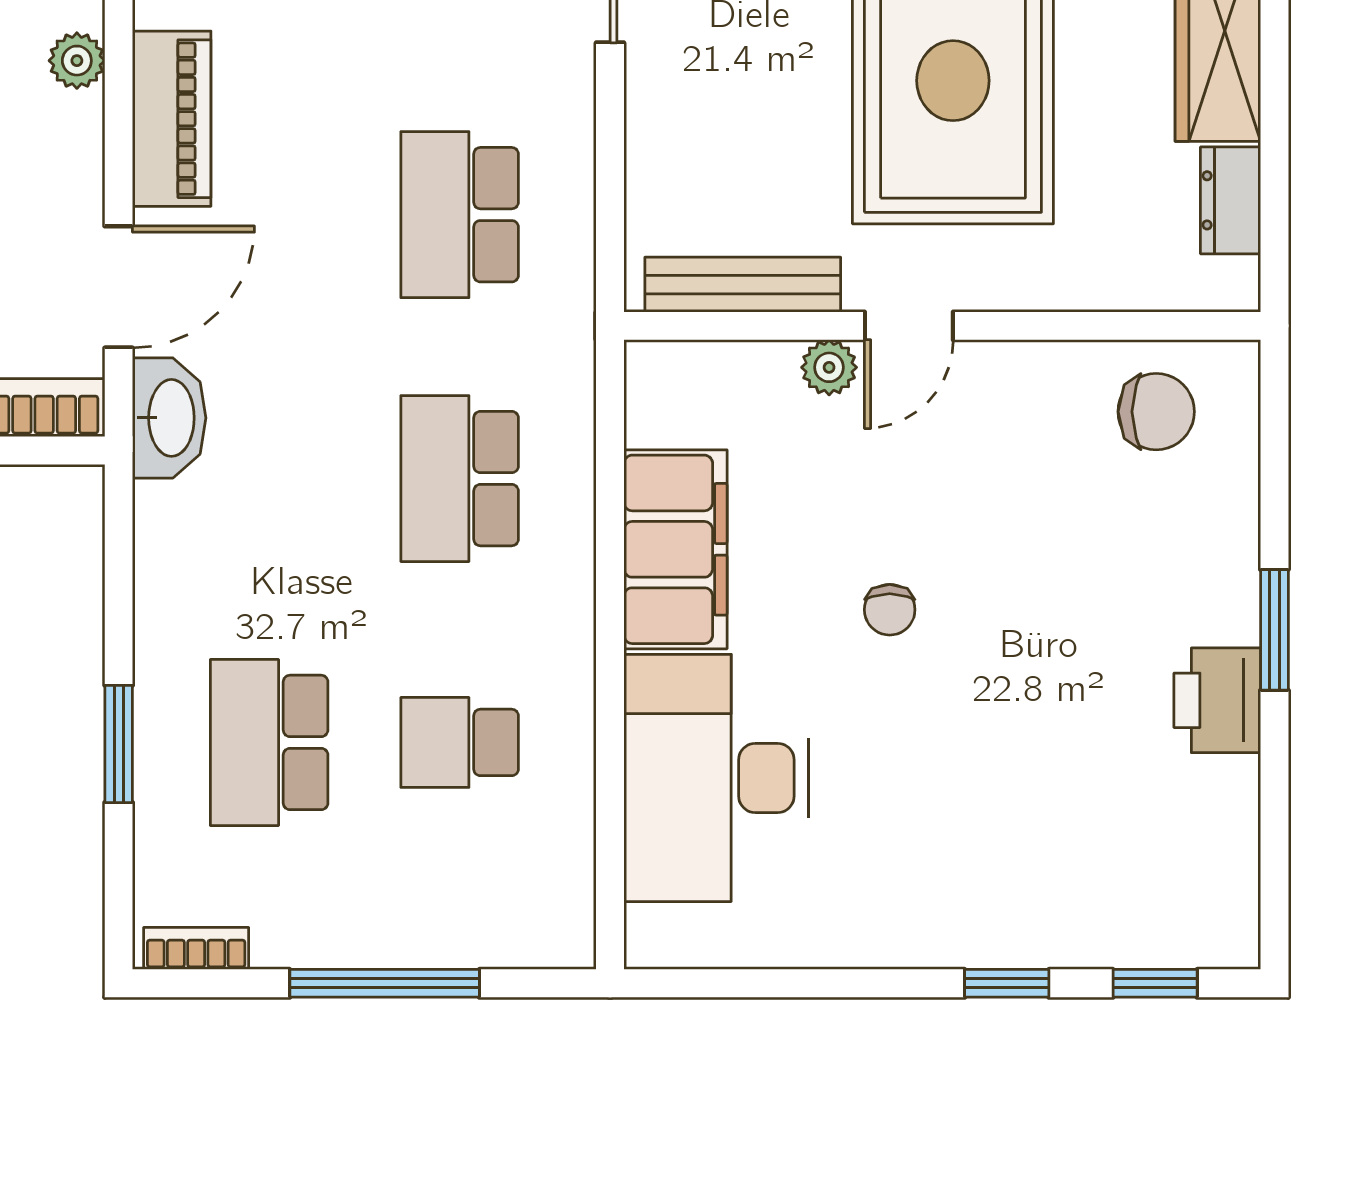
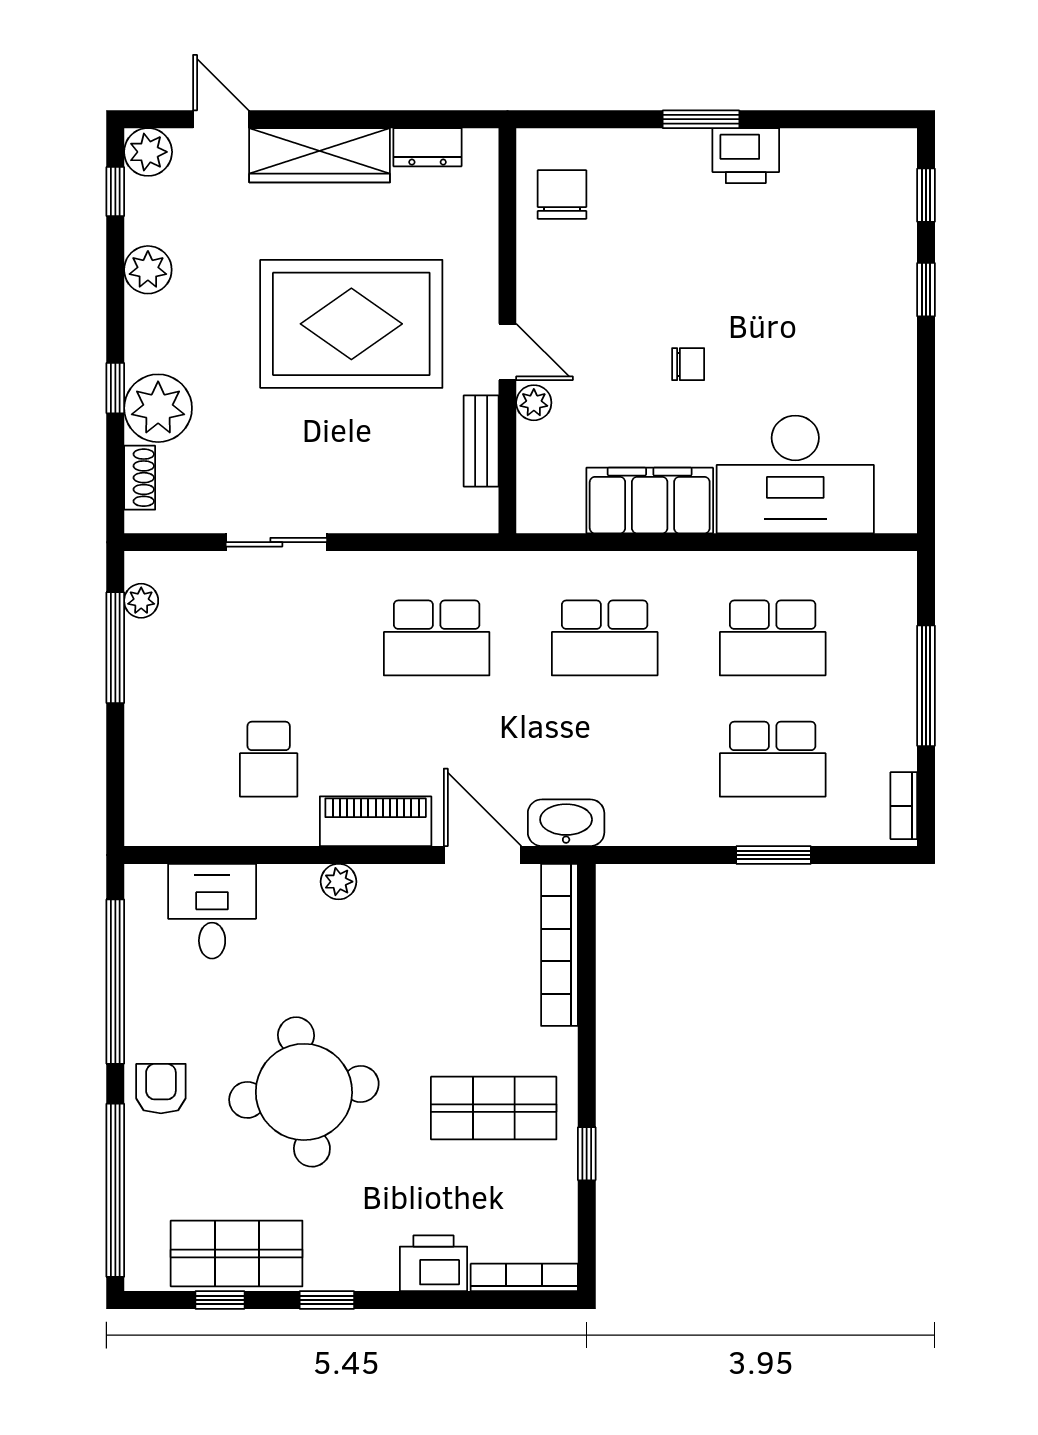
bench: (743, 285) -> (481, 441), width x0.73
school desk: (460, 742) -> (773, 638), width x1.85

